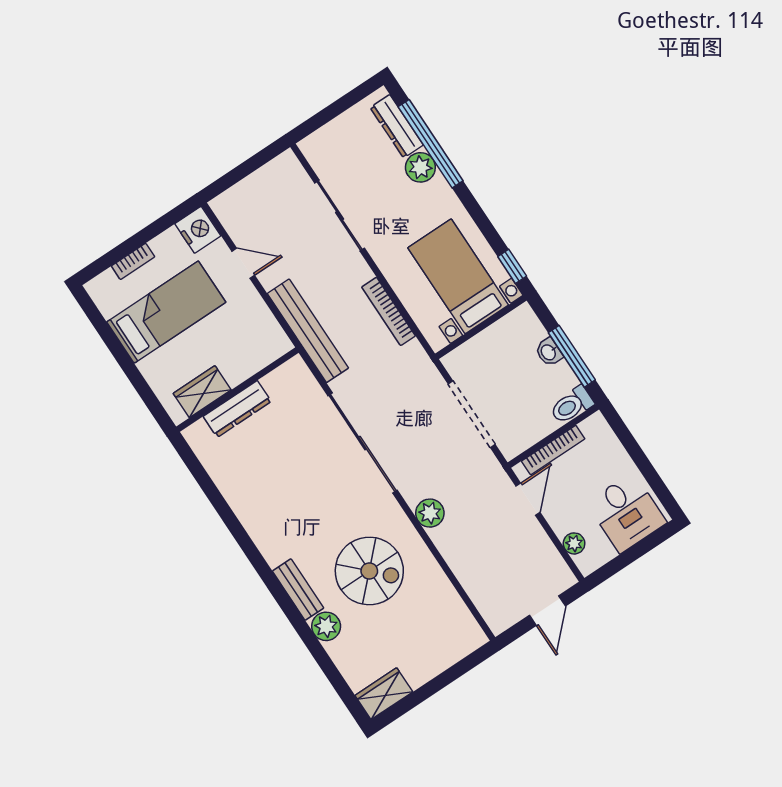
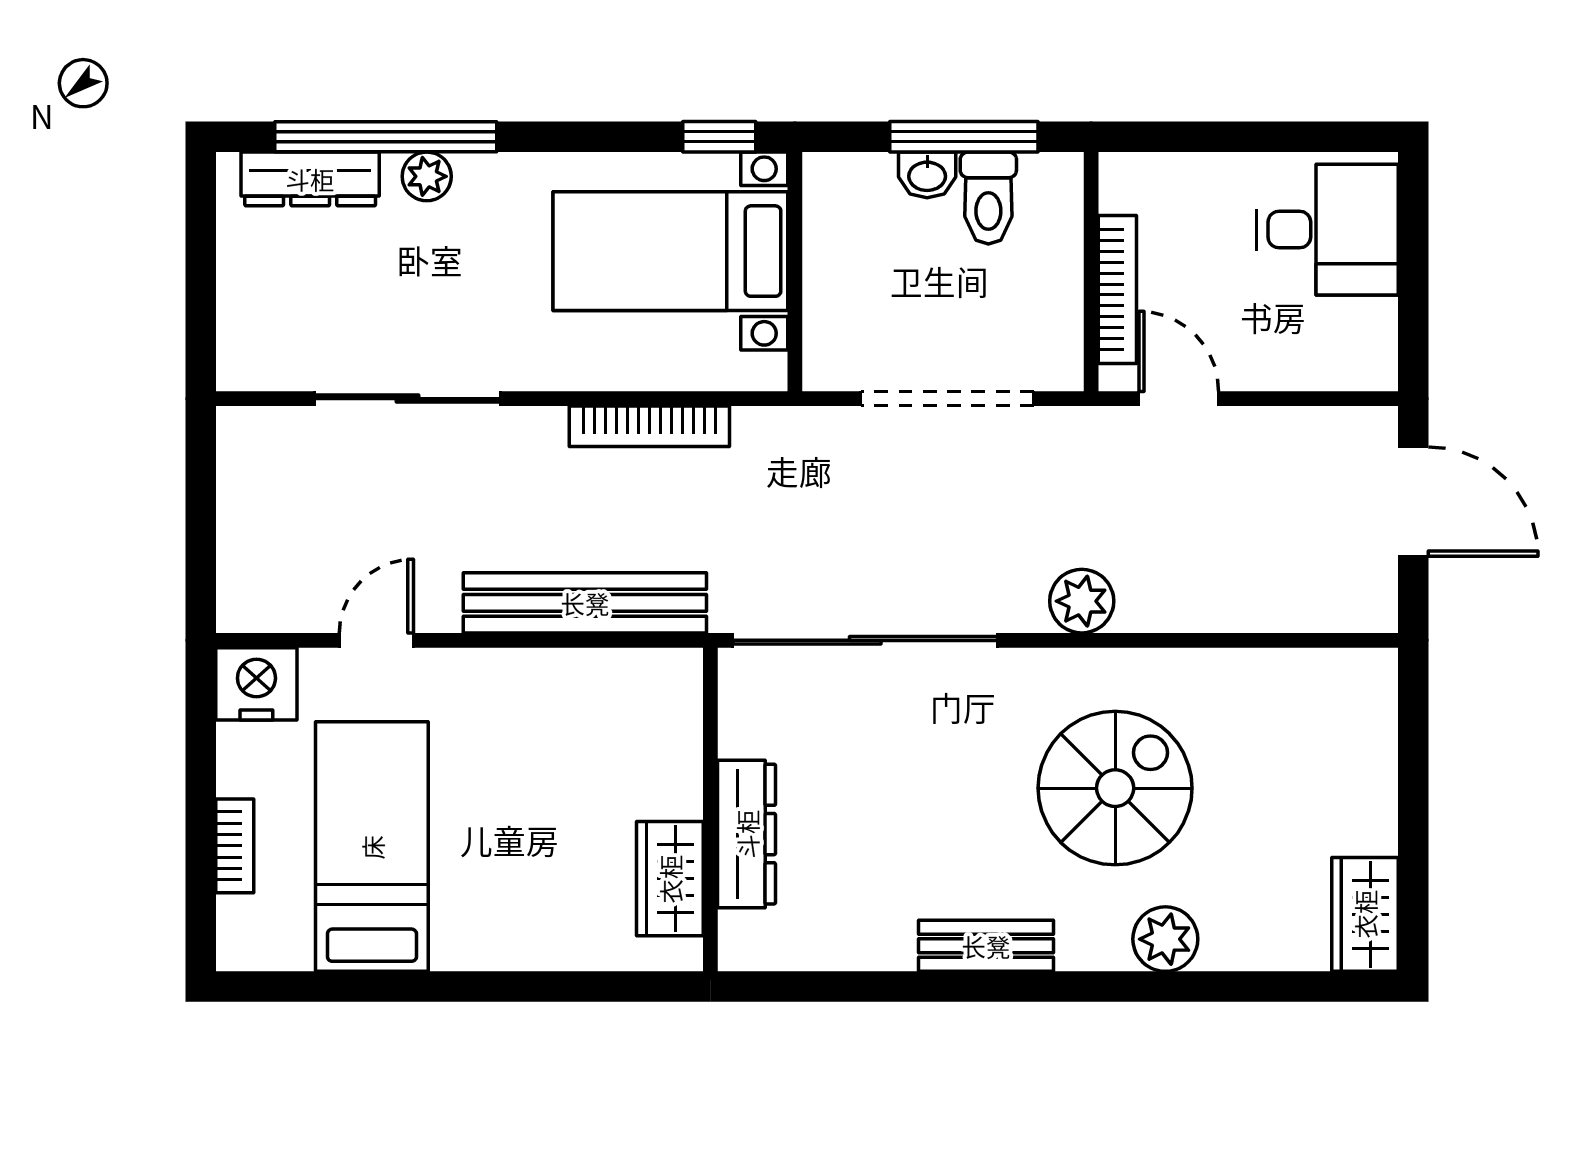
plant: (420, 167) -> (427, 176), width x0.73, depth x0.73
wall: (237, 390) -> (710, 810), moved
wardrobe: (202, 392) -> (670, 879), moved
toilet: (572, 405) -> (988, 198), moved
dresser: (237, 409) -> (747, 834), moved
plant: (574, 543) -> (1320, 367), removed
bench: (298, 590) -> (986, 946), moved
door: (547, 611) -> (1413, 502), width x1.38

